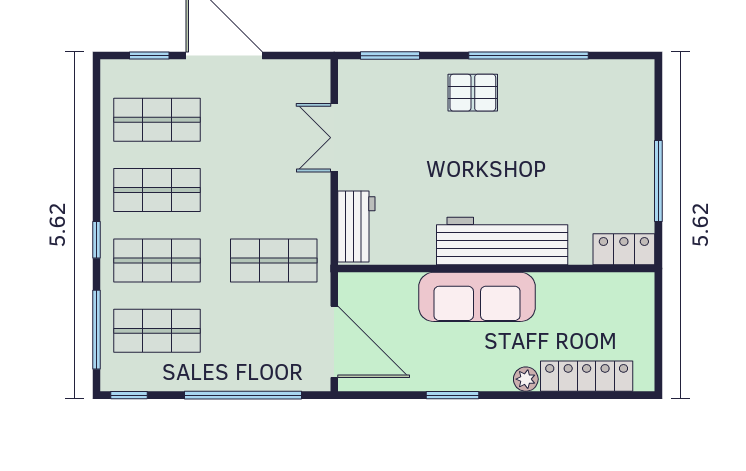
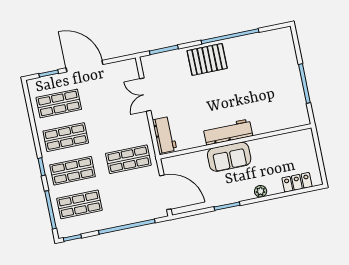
pallet: (473, 93) -> (207, 59), width x1.50, depth x1.42
workbench: (502, 241) -> (228, 132), width x0.73, depth x0.76
locker: (624, 249) -> (295, 120), removed
sofa: (477, 297) -> (229, 157), width x0.73
locker: (587, 376) -> (297, 182), width x0.66

